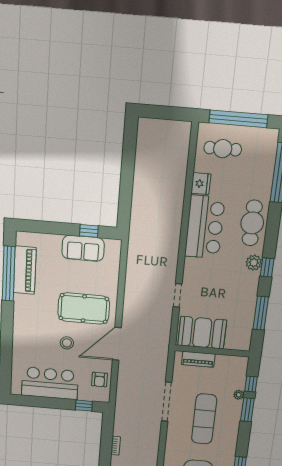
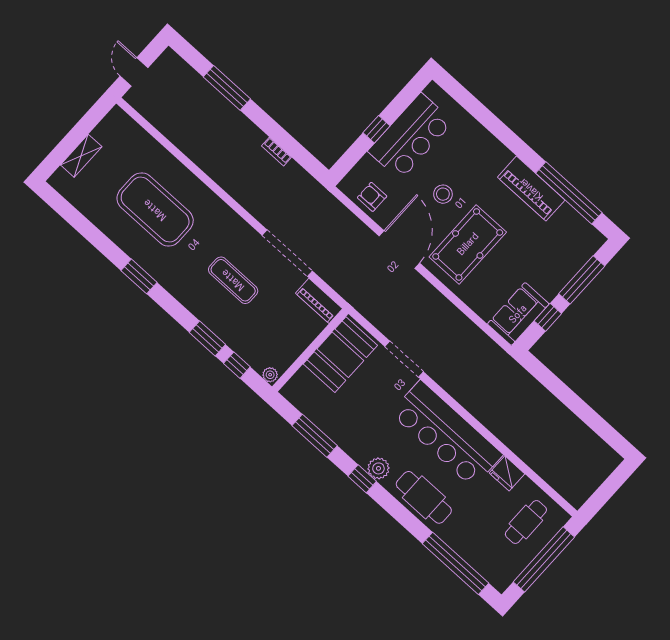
bar counter: (205, 227) -> (447, 434), width x1.36
window: (51, 228) -> (582, 280), added
sofa: (83, 248) -> (518, 314), moved
piano: (25, 270) -> (531, 189), moved
doorway: (177, 295) -> (404, 359), width x1.38
piano: (198, 359) -> (319, 301), moved, turned -90
plant: (239, 395) -> (270, 375), moved
window: (84, 406) -> (377, 129), moved
exercise mat: (204, 419) -> (233, 280), width x0.73, depth x0.69

